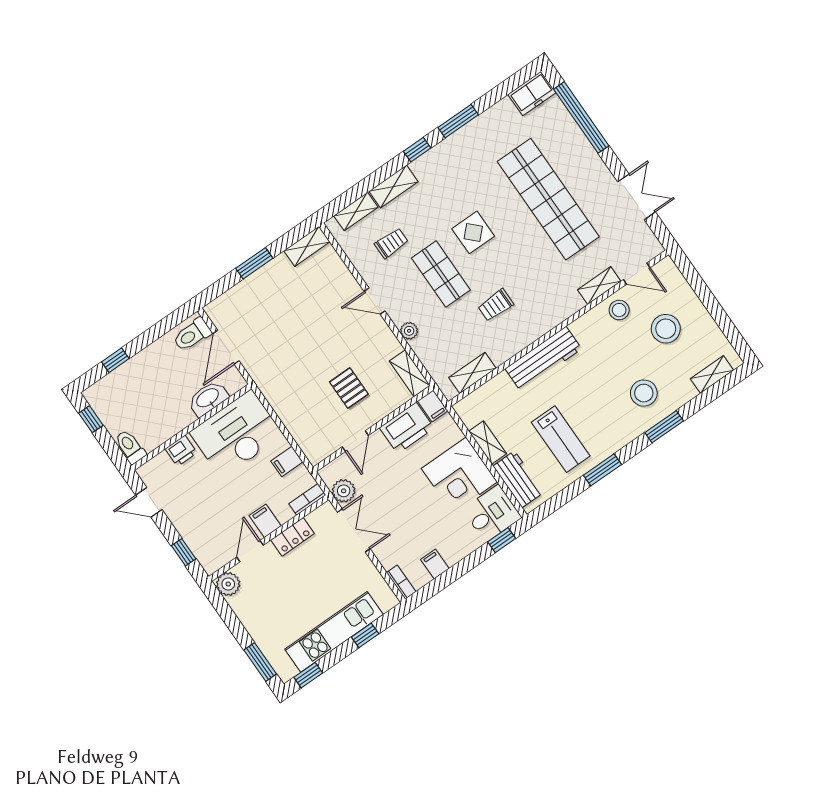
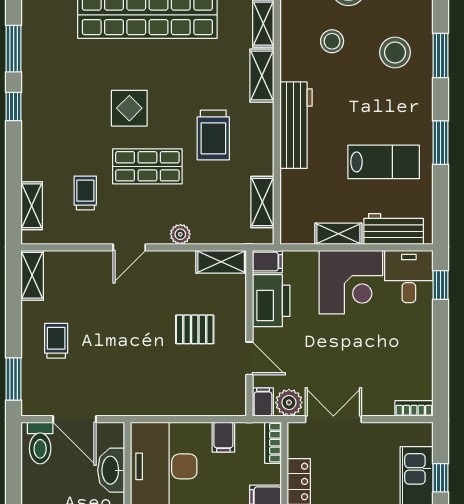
shelving: (394, 187) -> (262, 76), moved
window: (254, 263) -> (14, 379), moved
trolley: (272, 296) -> (56, 341), added
trolley: (496, 305) -> (213, 135), width x1.36, depth x1.39
stool: (619, 310) -> (332, 41), moved
filing cabinet: (435, 564) -> (263, 402), moved, turned 90

